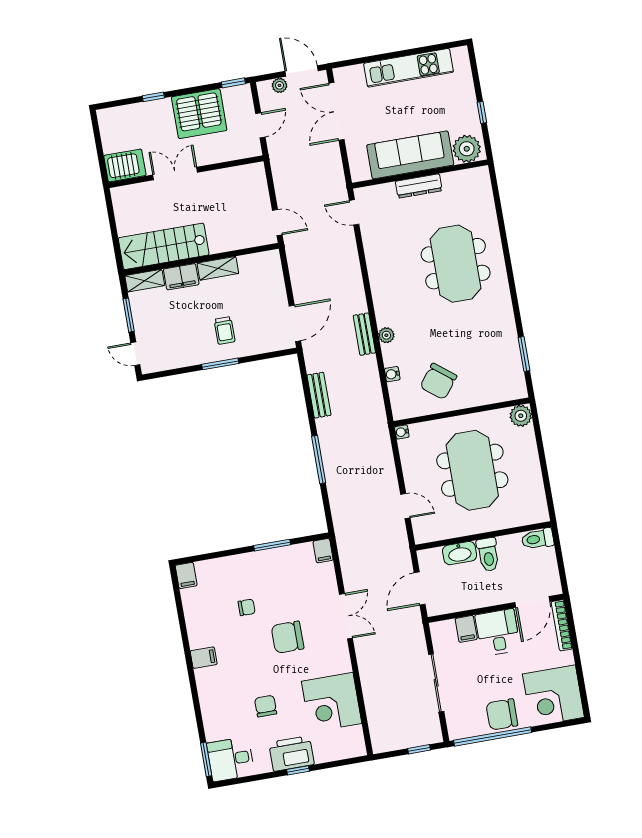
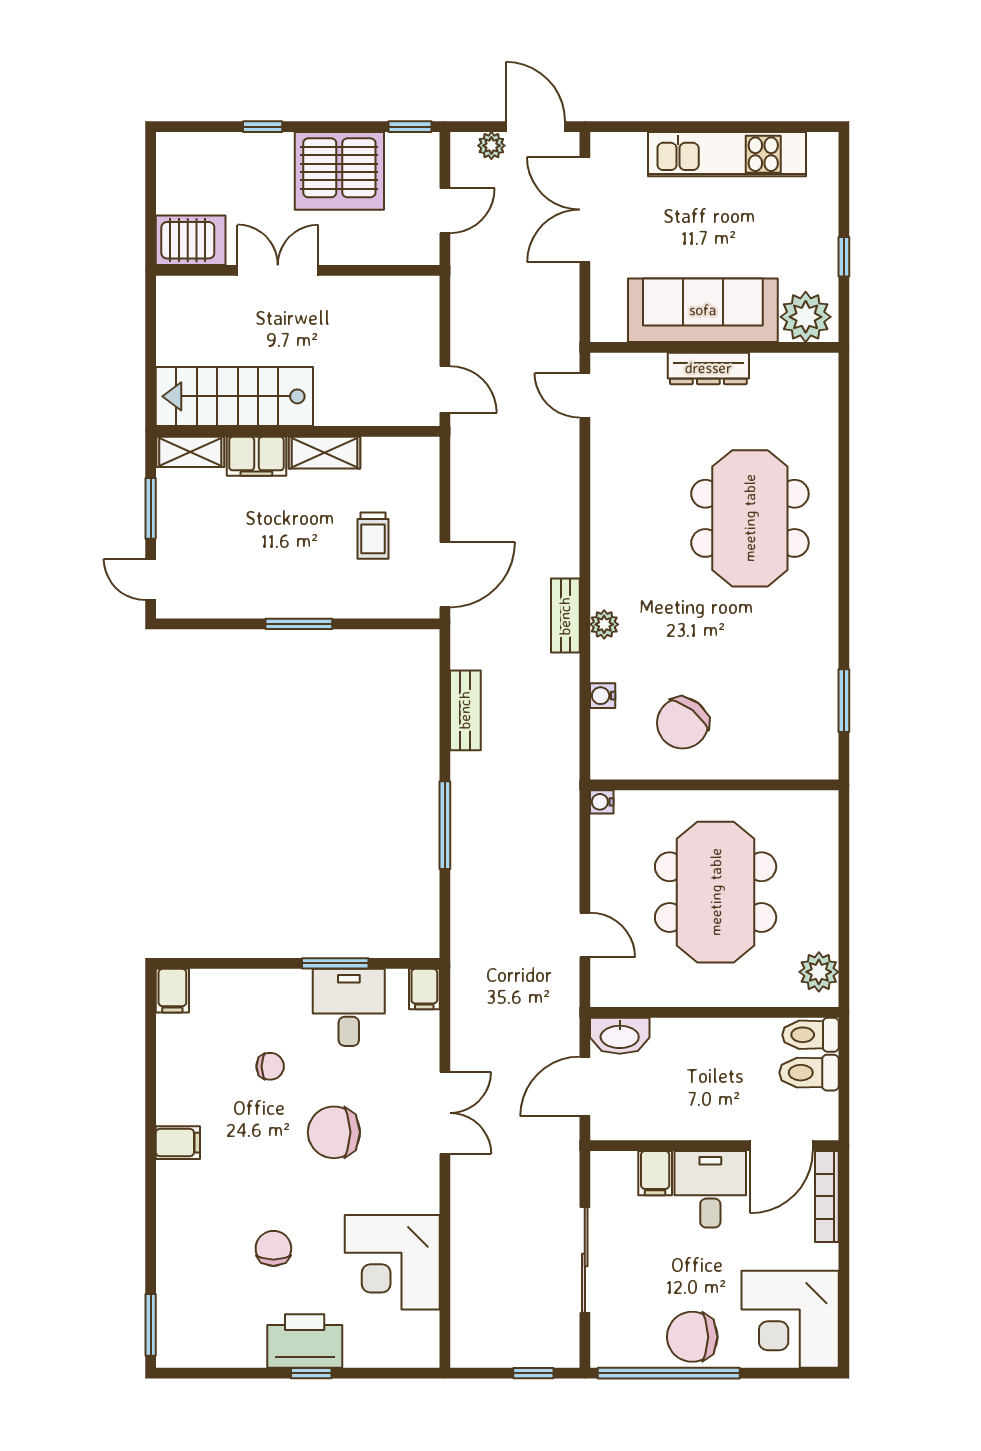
trolley: (225, 330) -> (373, 536), moved
plant: (521, 416) -> (819, 972), moved
washbasin: (460, 553) -> (620, 1036), moved
toilet: (488, 555) -> (809, 1073), moved, turned 90
desk: (231, 759) -> (349, 1007), moved, turned 90

